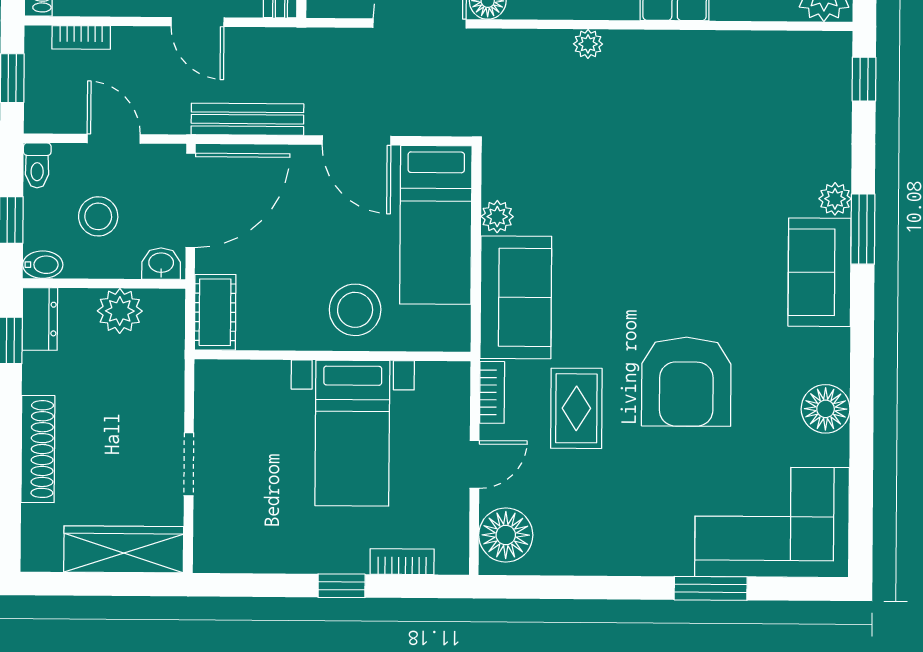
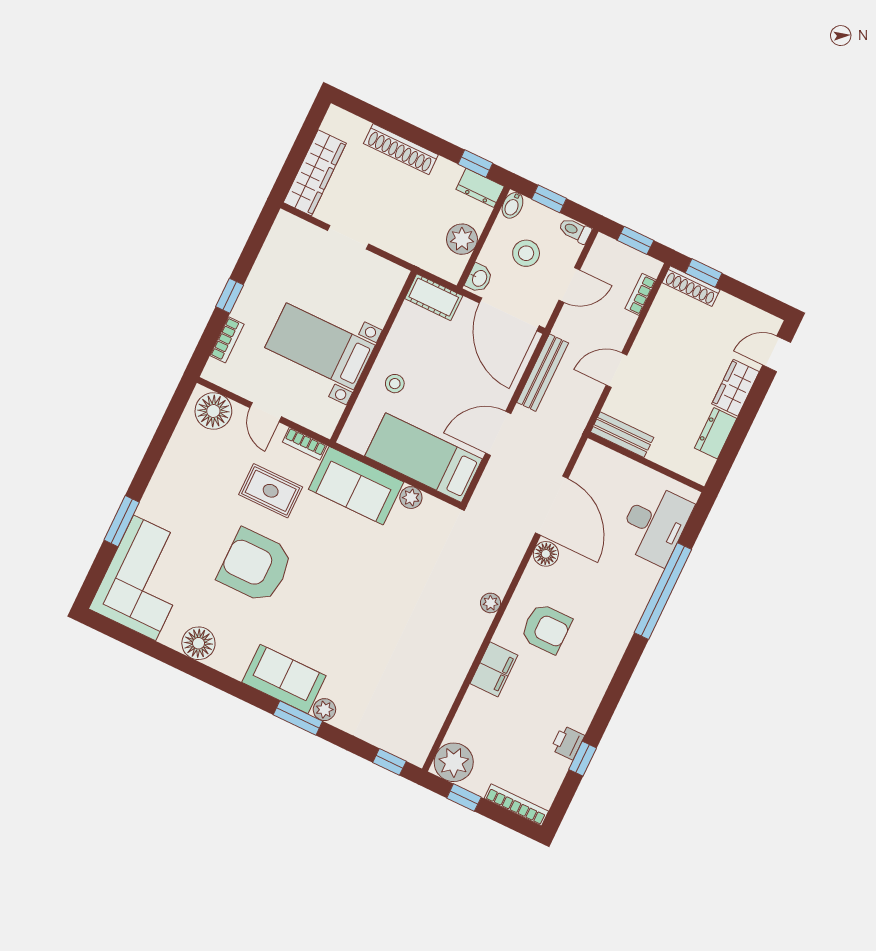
stool: (355, 310) -> (395, 384), width x0.53, depth x0.53

